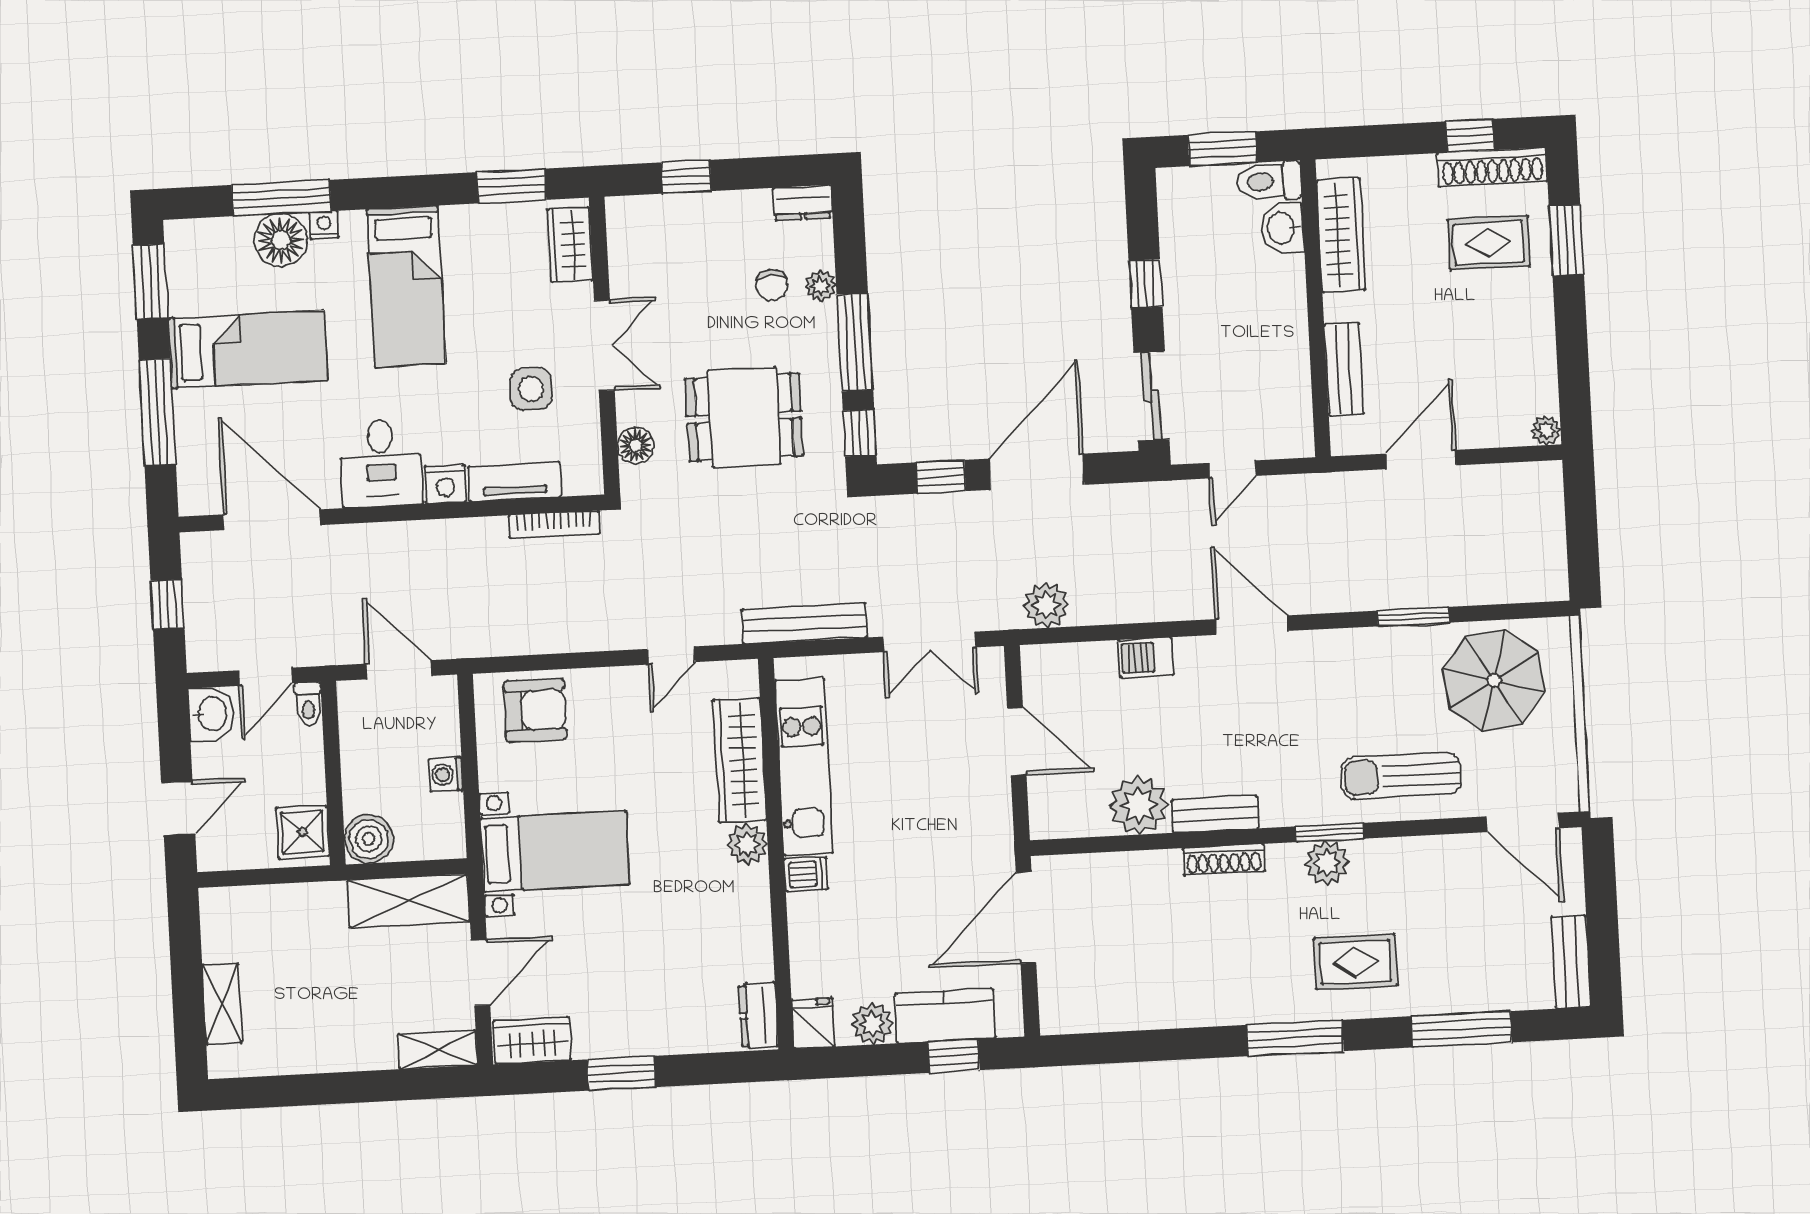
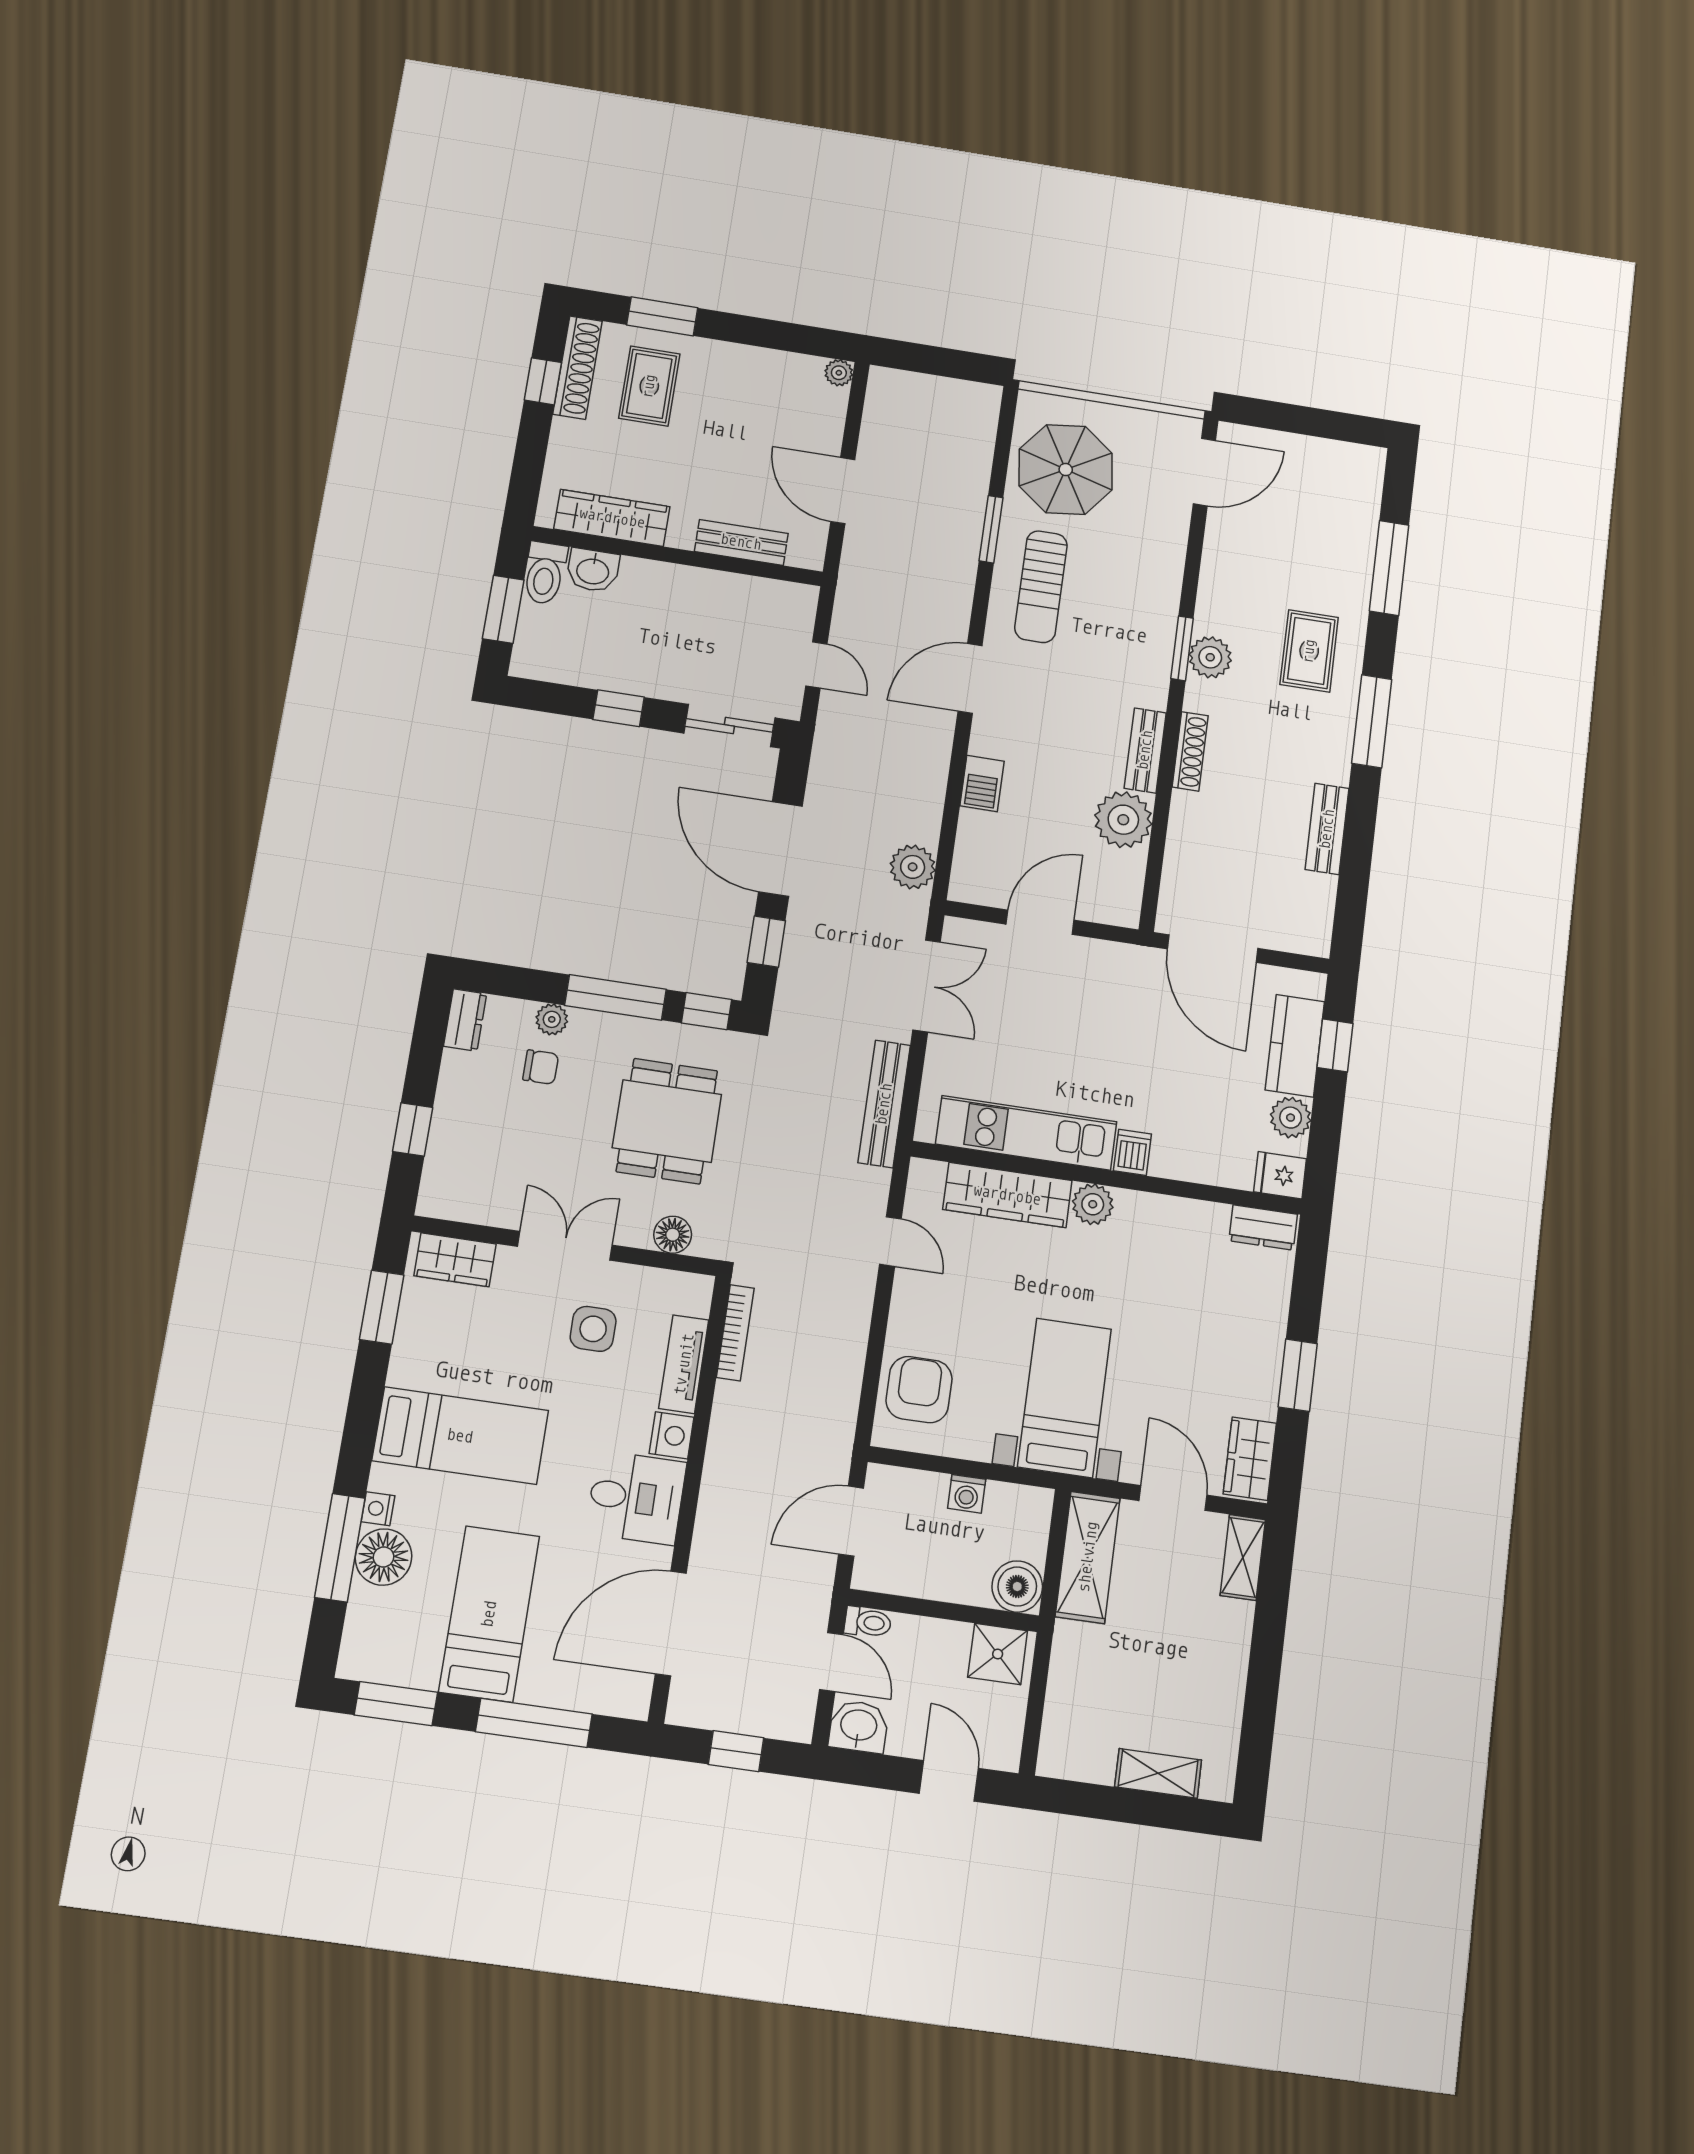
sun lounger: (1401, 776) -> (1041, 587), moved
bench: (1571, 962) -> (1327, 829), moved, turned 90

